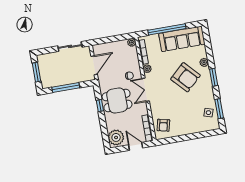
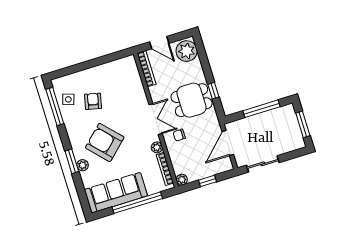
window: (113, 39) -> (208, 181), added
window: (214, 77) -> (72, 161), moved
window: (219, 109) -> (55, 106), width x1.44
armchair: (163, 125) -> (93, 101), moved

